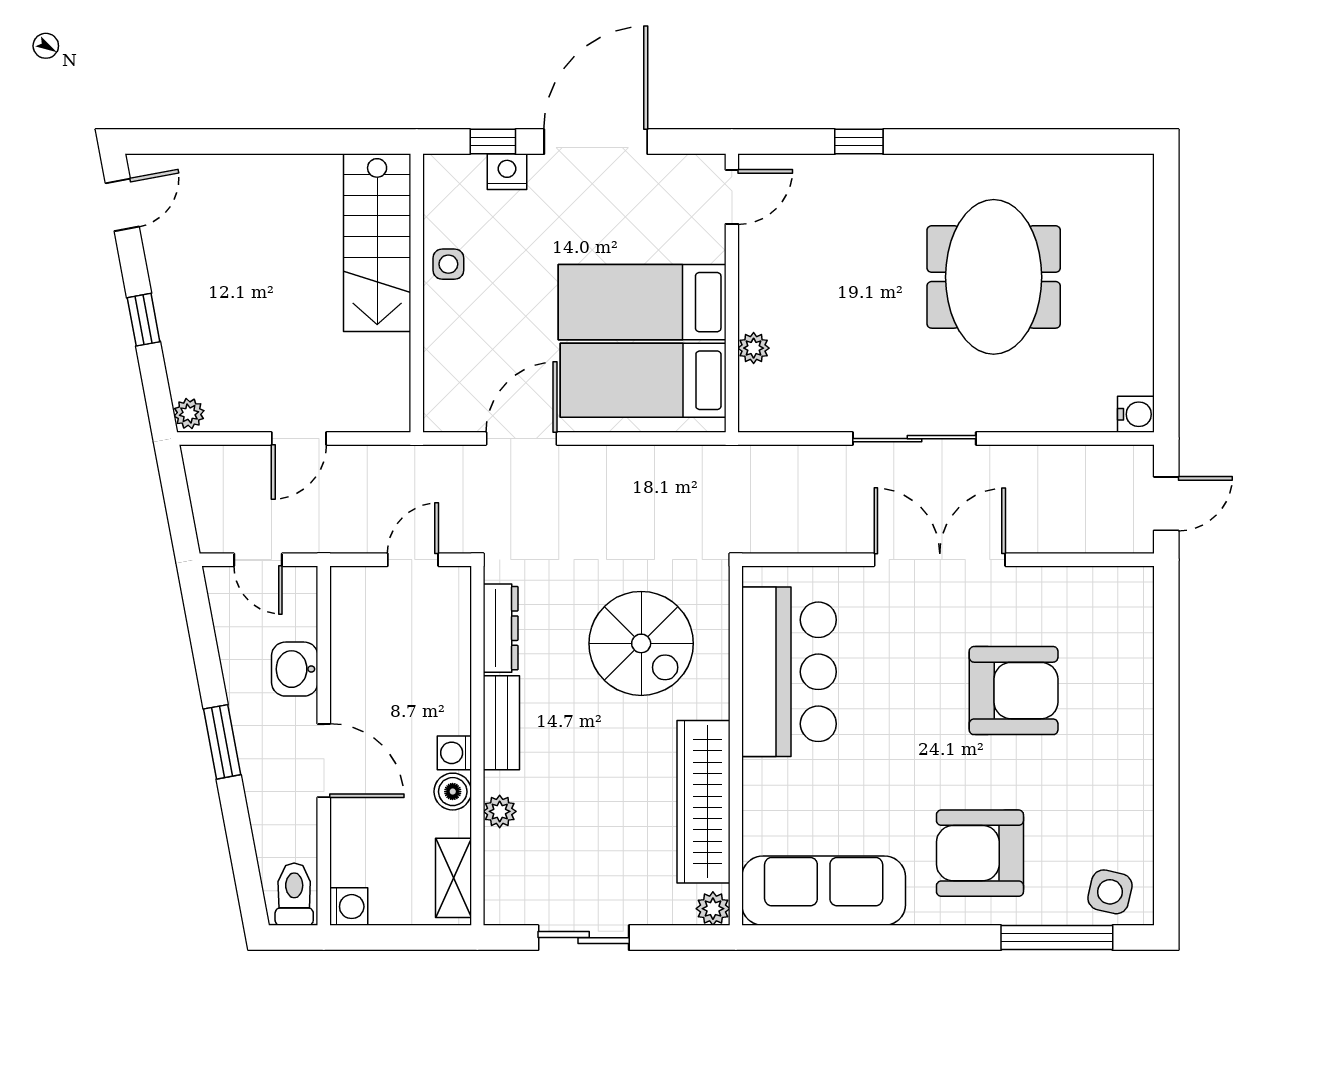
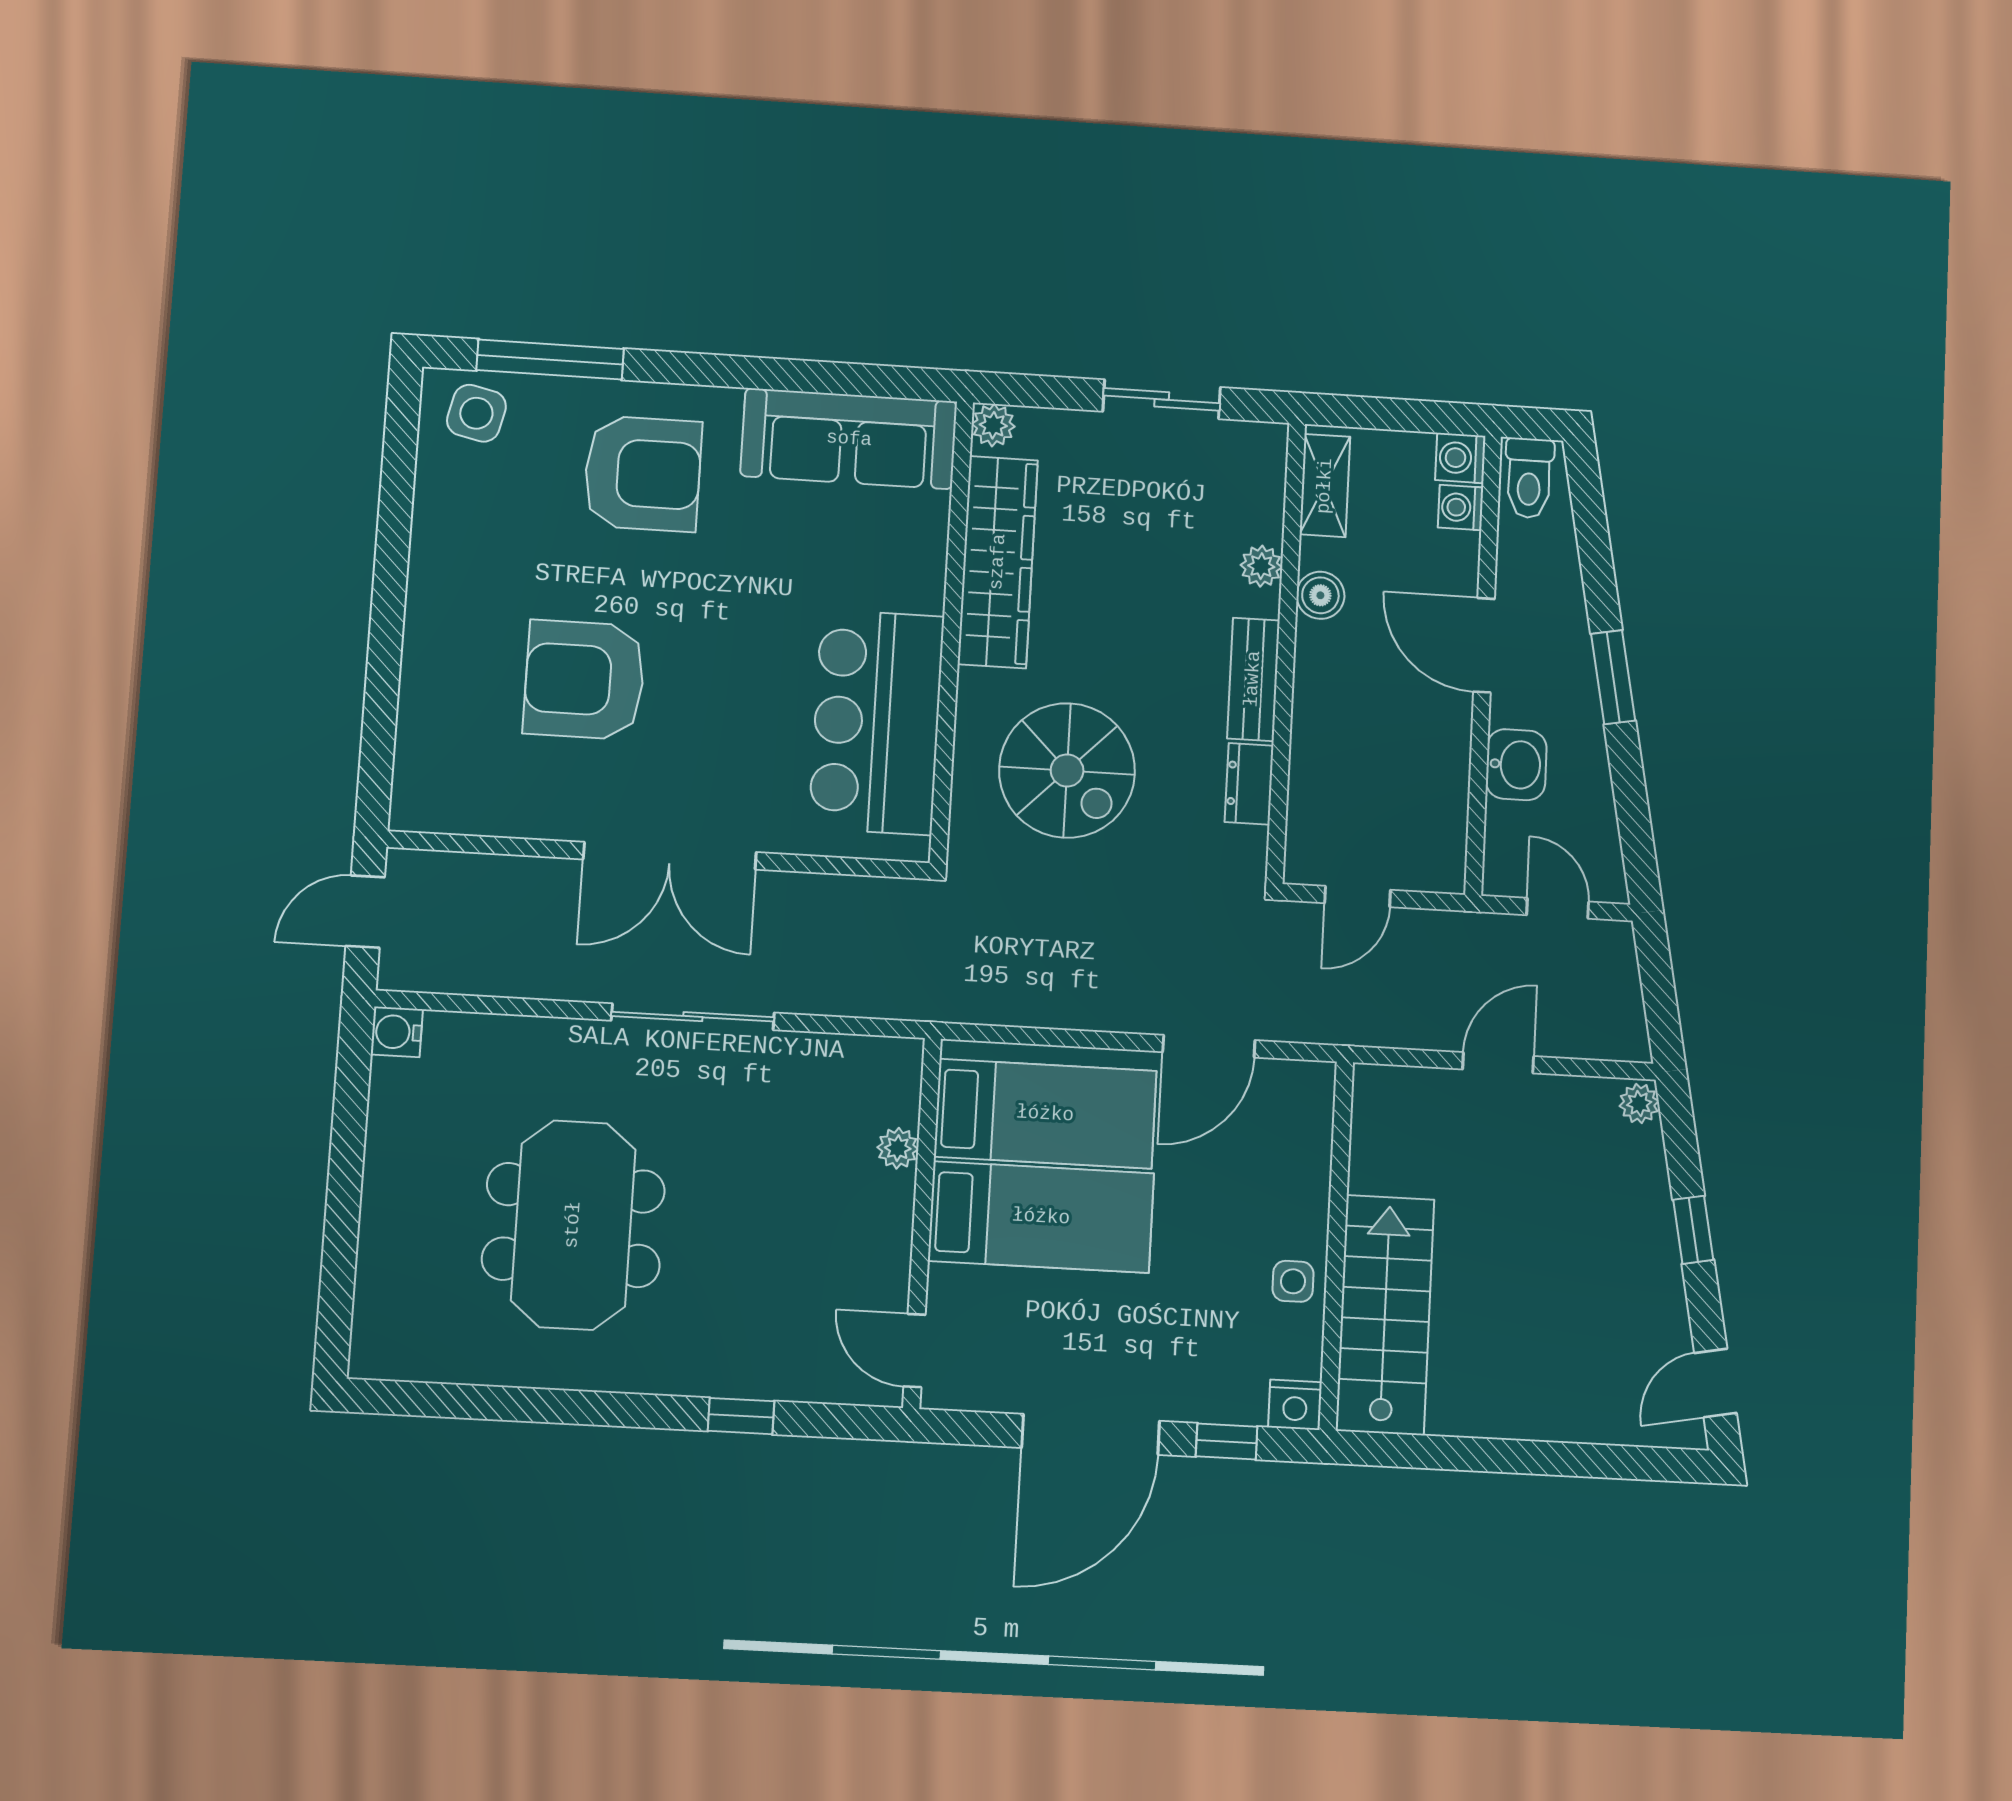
nightstand: (507, 172) -> (1295, 1405), moved
door: (732, 197) -> (915, 1351), hinge flipped
dresser: (501, 628) -> (1249, 784), width x0.70
spiral stairs: (641, 643) -> (1067, 770), turned 180
washing machine: (454, 753) -> (1461, 507), moved, turned 180

